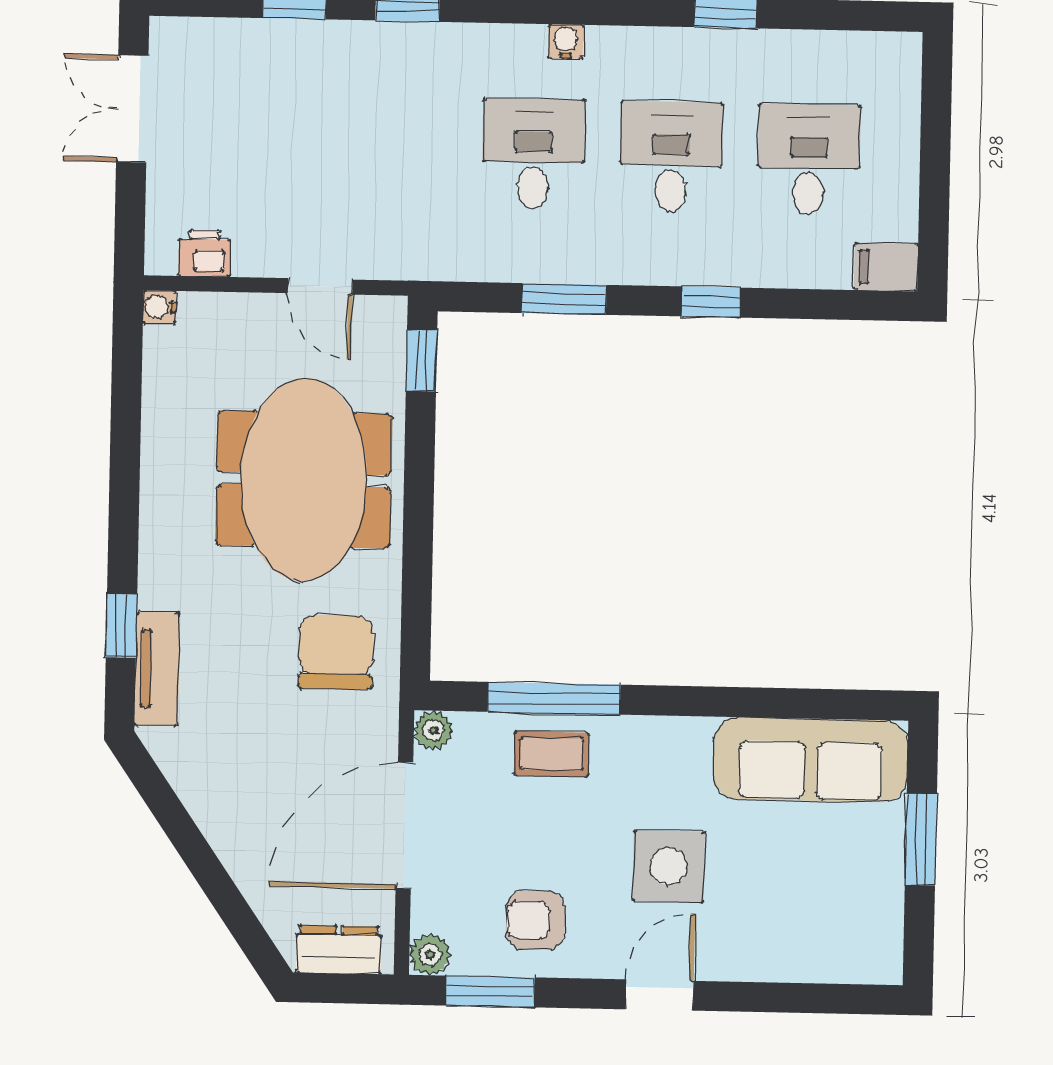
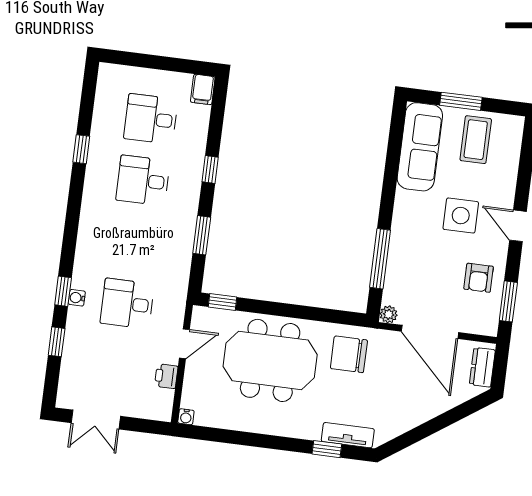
water cooler: (566, 42) -> (77, 298), moved
desk: (533, 154) -> (127, 304), moved
printer: (205, 253) -> (166, 376), moved
coffee table: (552, 754) -> (476, 140), moved, width x1.36, depth x1.30
plant: (430, 954) -> (489, 327), removed

